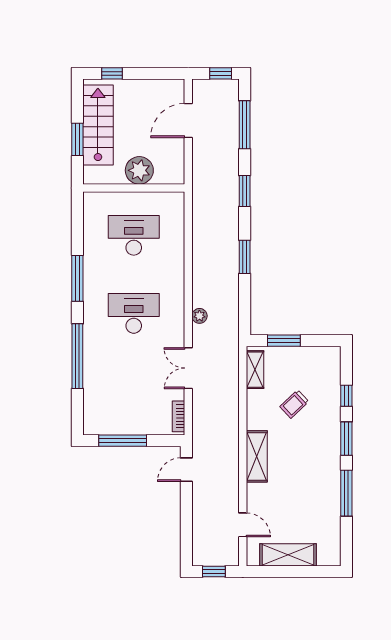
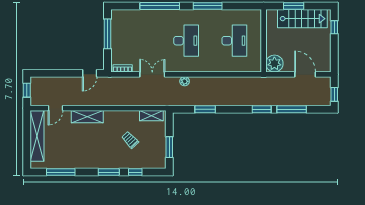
window: (245, 125) -> (292, 109), moved
plant: (139, 170) -> (274, 64), moved
window: (245, 257) -> (205, 109), moved
window: (284, 341) -> (169, 147), moved
shelving: (257, 456) -> (87, 117), moved
door: (186, 470) -> (90, 73), swing flipped
window: (346, 493) -> (61, 172), moved
shelving: (288, 555) -> (37, 136), width x1.47

